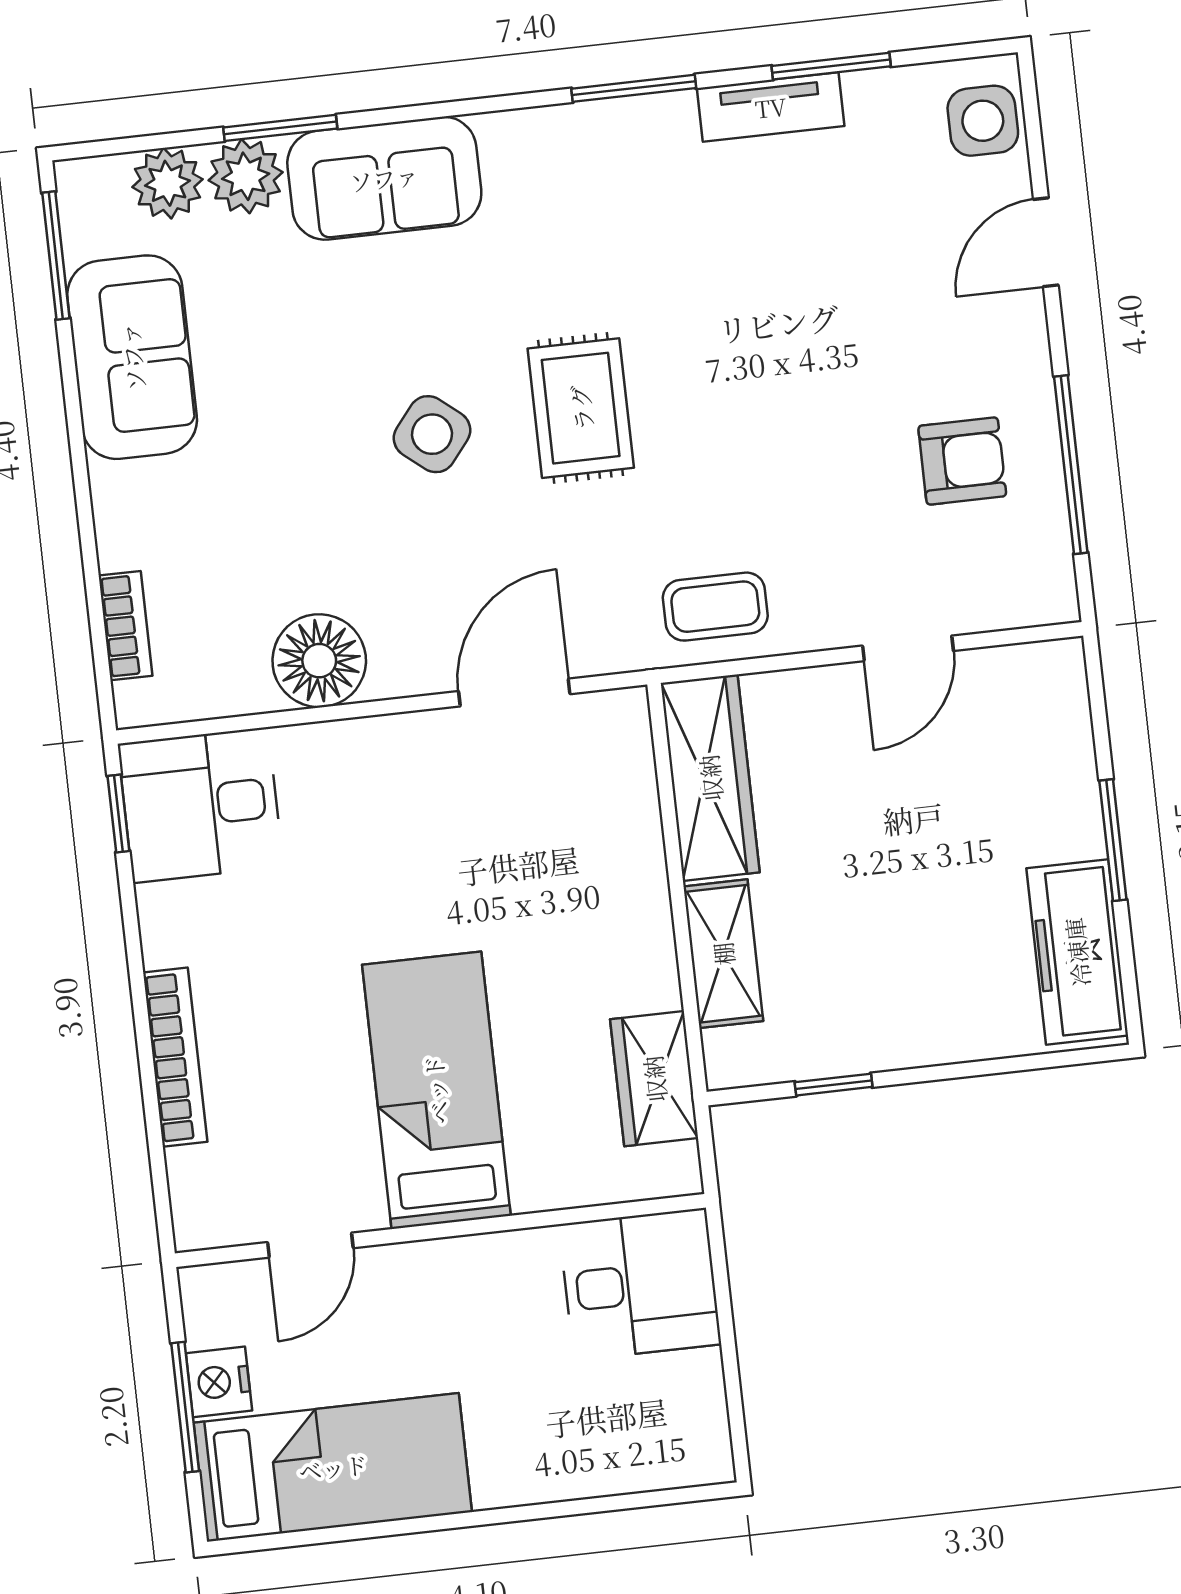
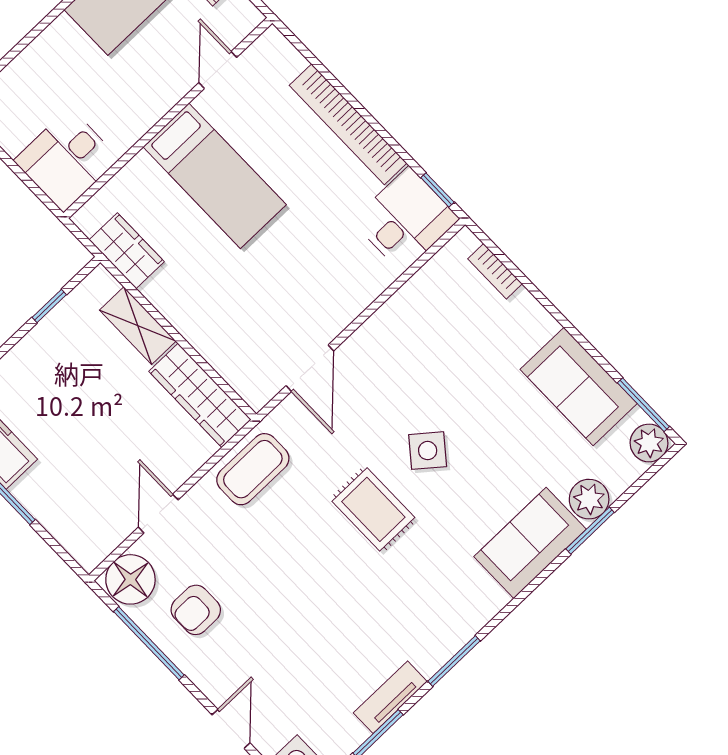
plant: (167, 183) -> (649, 443), moved
coffee table: (715, 607) -> (253, 469), width x1.36, depth x1.30
floor lamp: (319, 661) -> (130, 579), moved
bookcase: (175, 1057) -> (348, 124), width x1.48, depth x1.31

